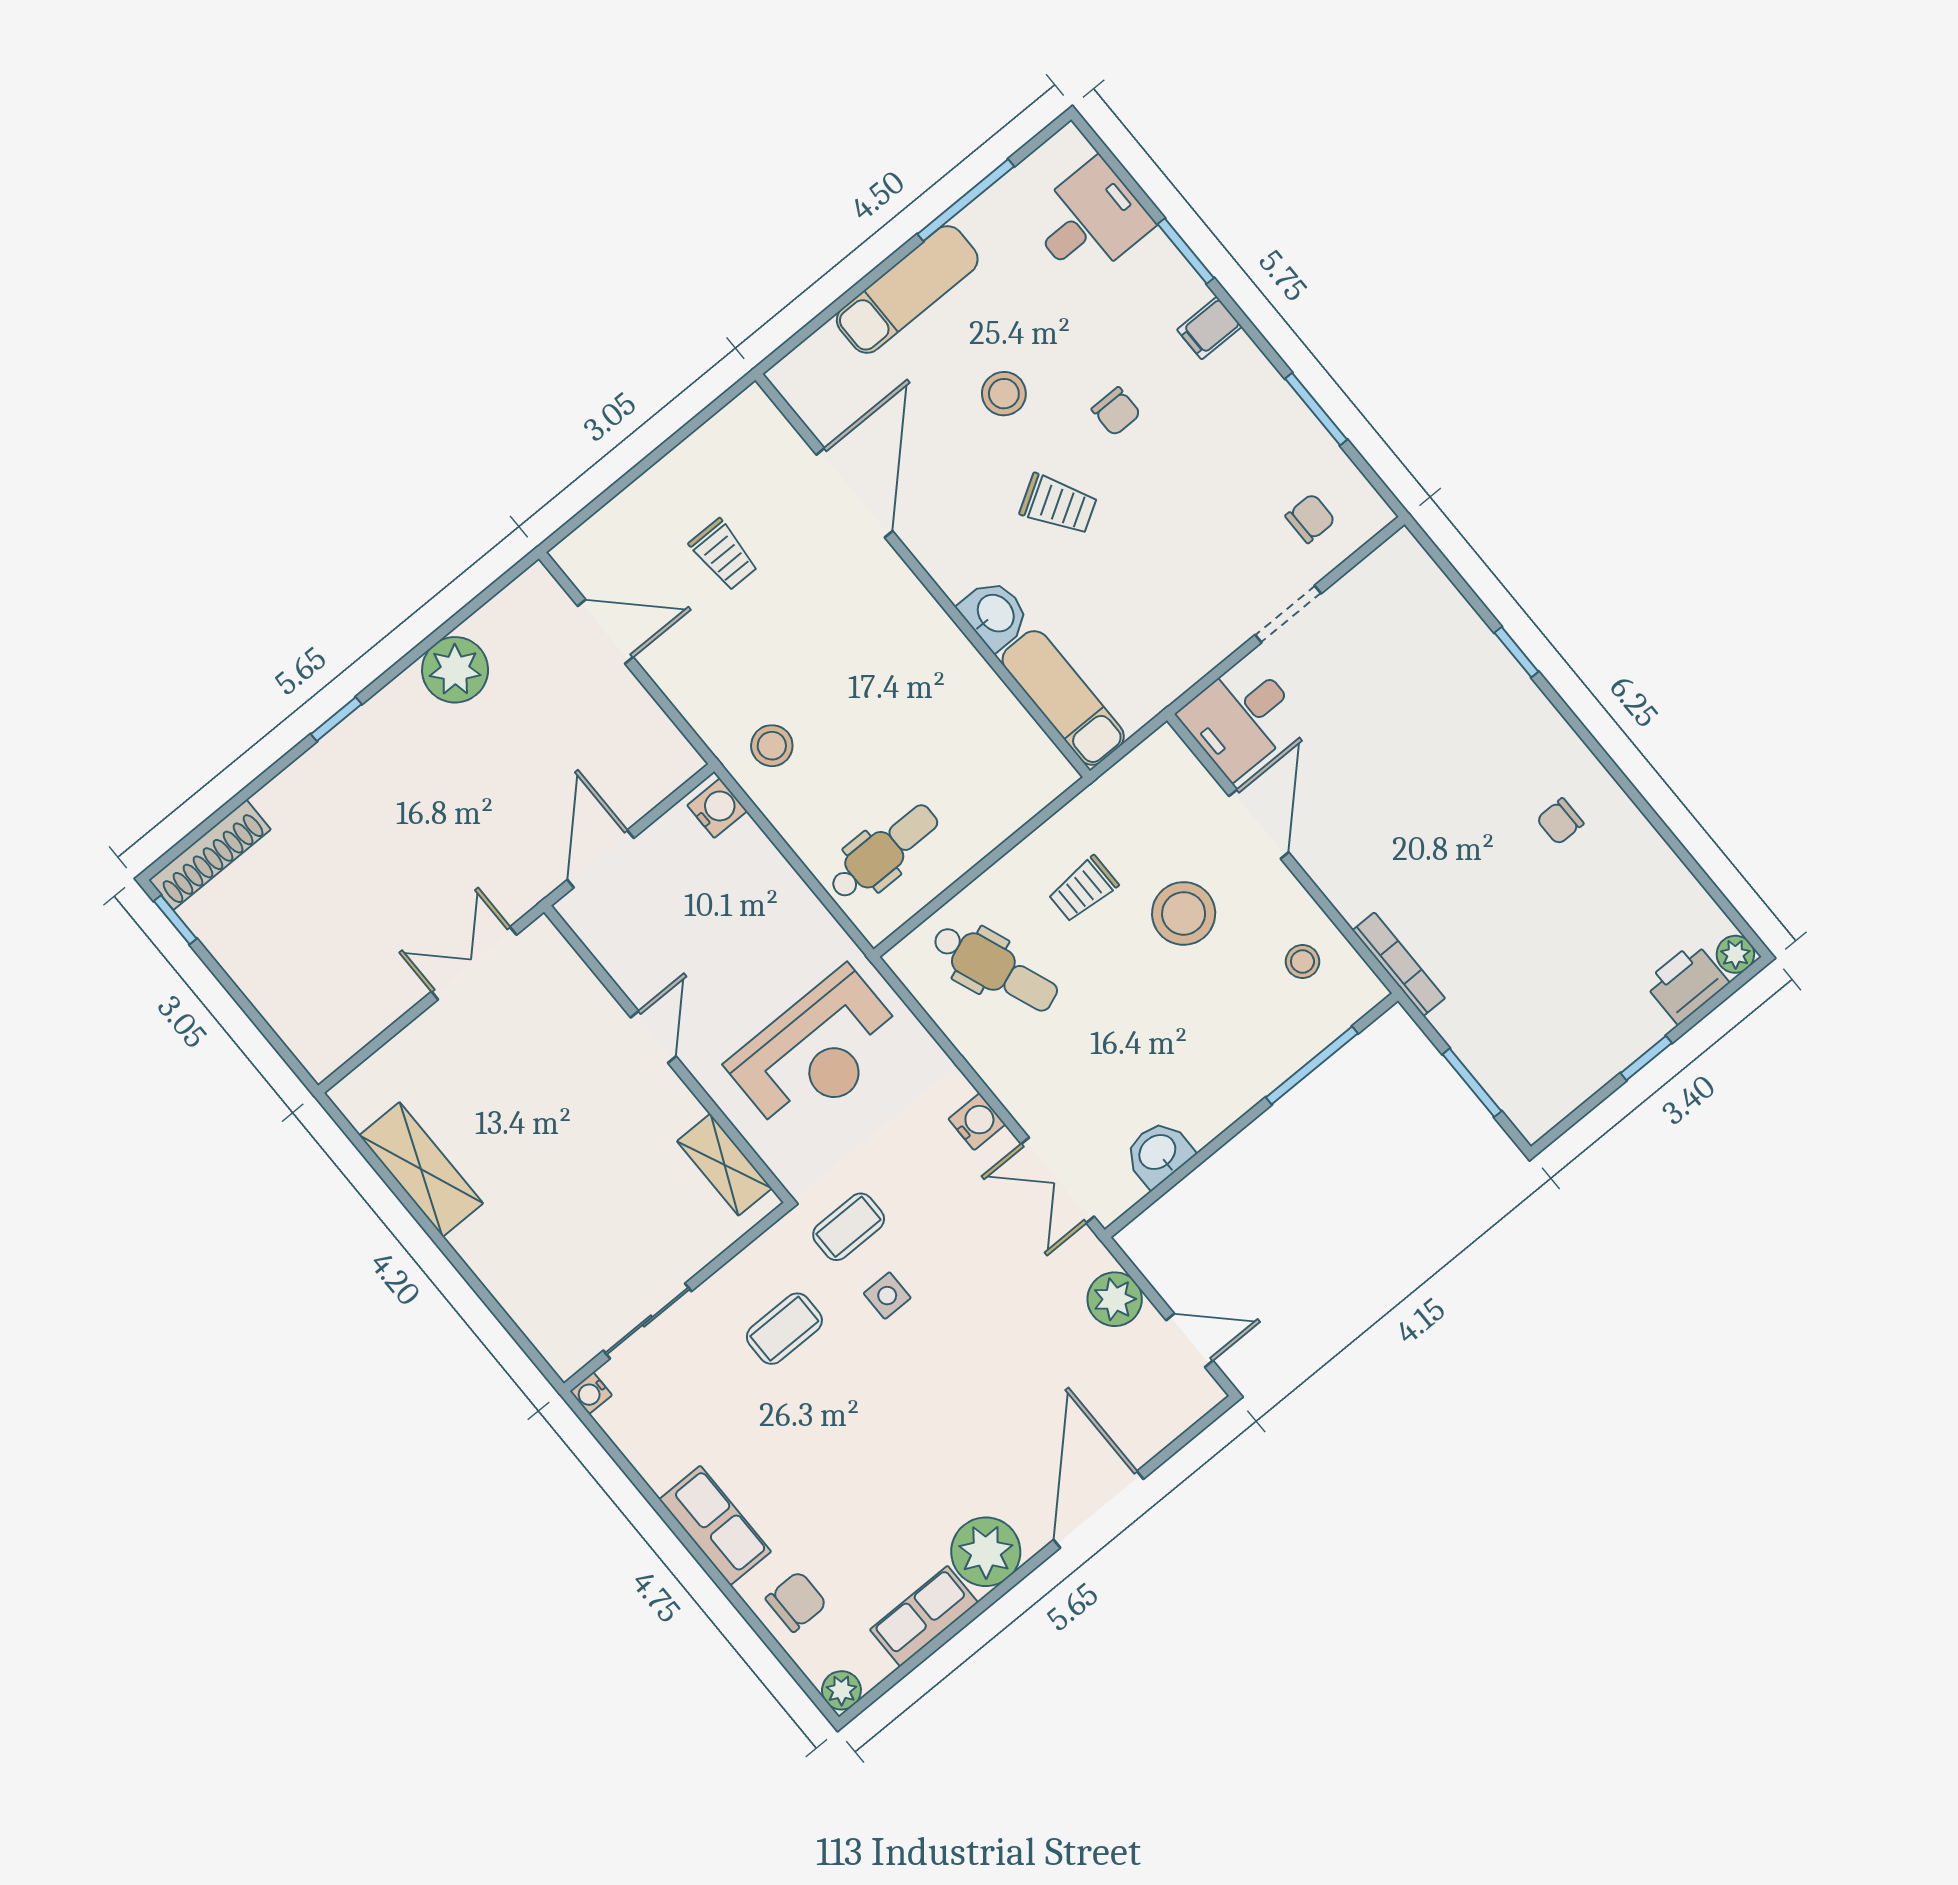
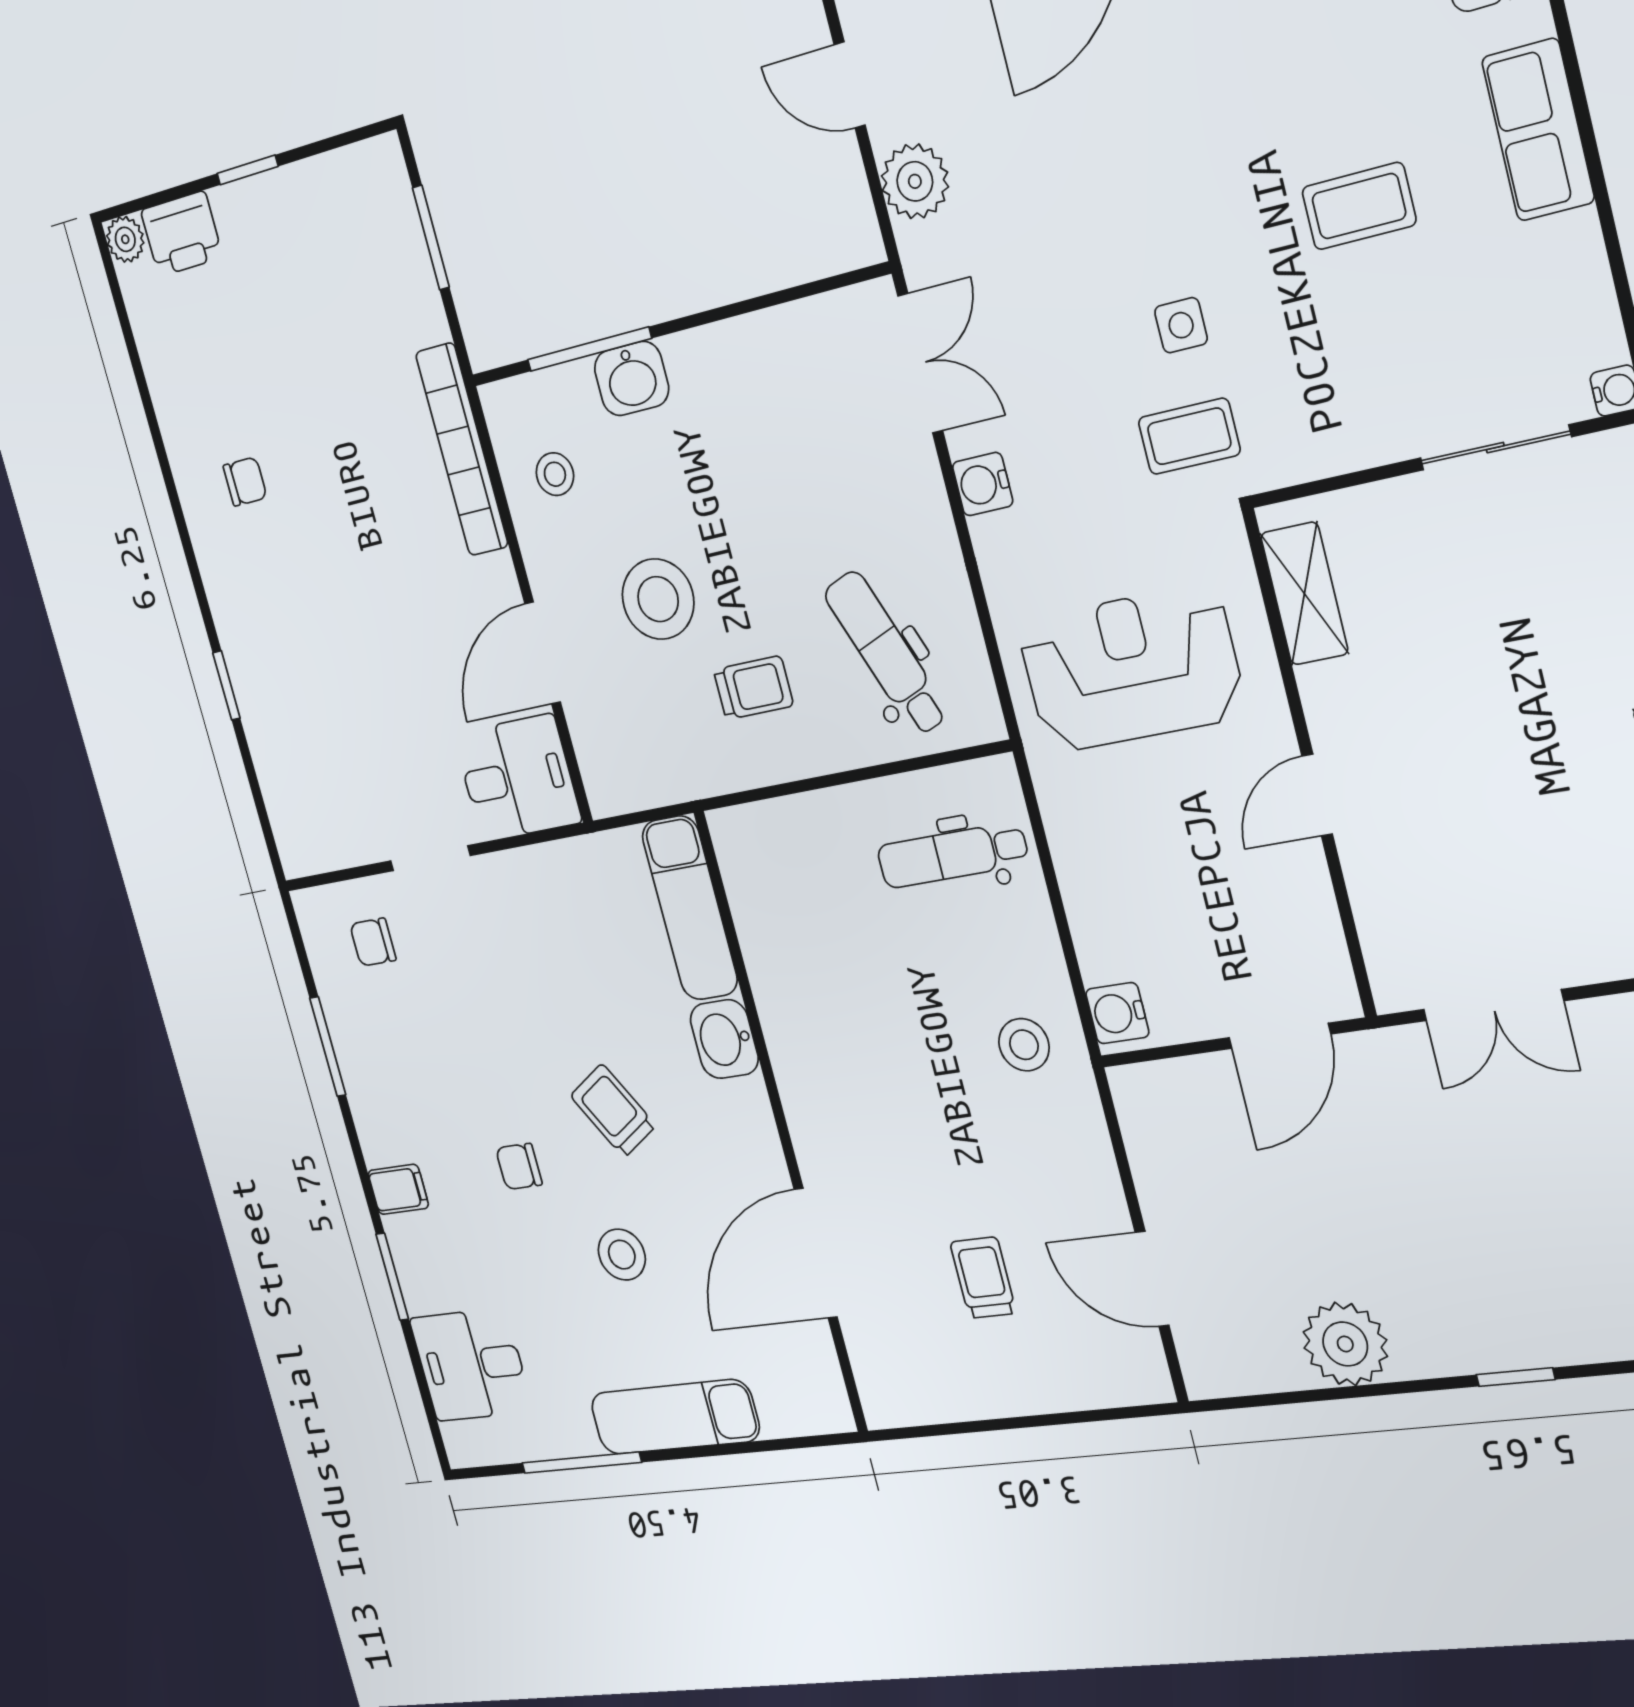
chair: (1116, 411) -> (519, 1166), turned -90
bookcase: (1399, 964) -> (462, 450), width x1.48, depth x1.31
washbasin: (1158, 1153) -> (632, 379), moved
coffee table: (784, 1329) -> (1359, 206), moved

